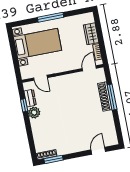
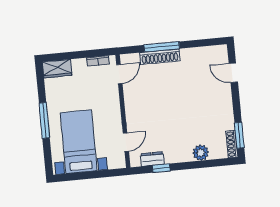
wardrobe: (91, 34) -> (57, 69), moved
door: (89, 68) -> (119, 74), swing flipped
plant: (34, 113) -> (201, 153), moved

